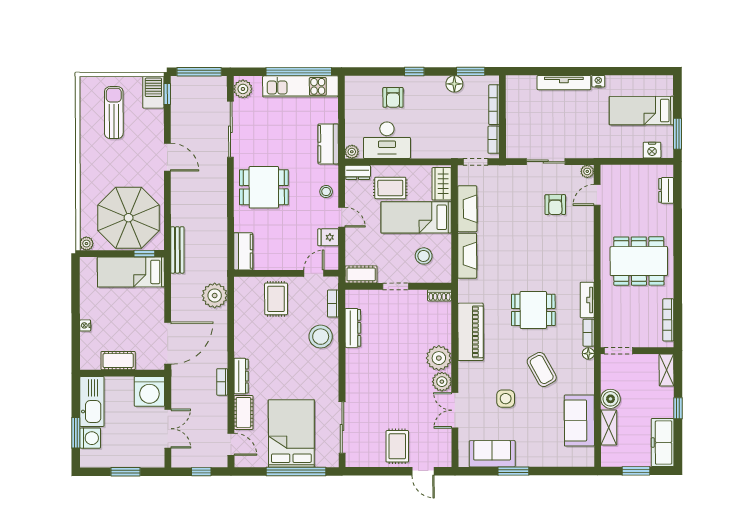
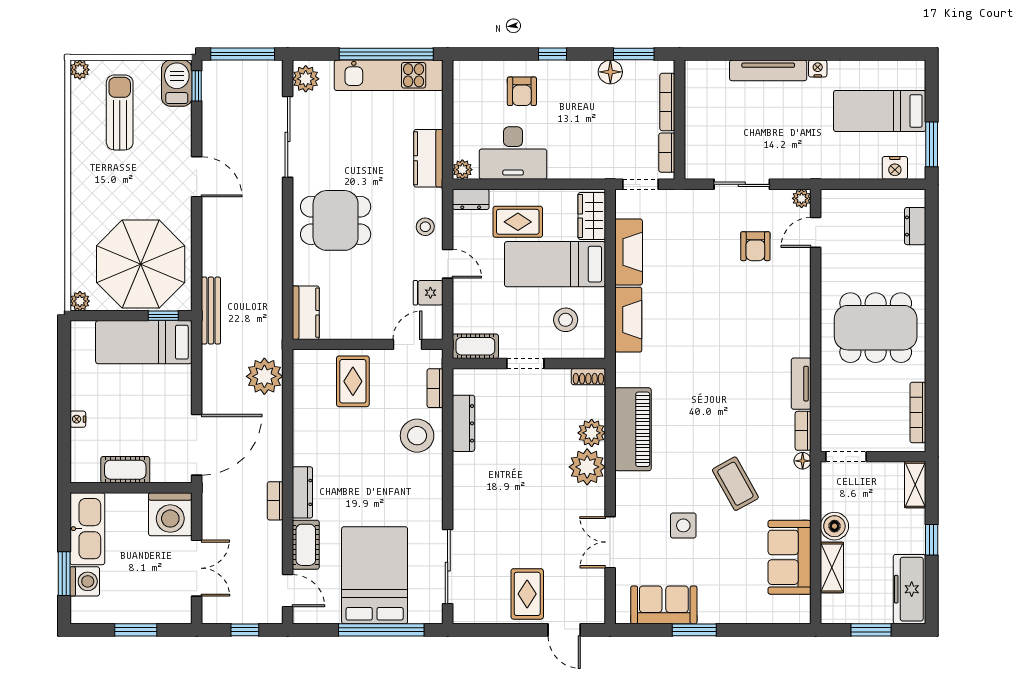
plant: (86, 83) -> (80, 70), added
dining table: (533, 310) -> (723, 398), removed
plant: (442, 382) -> (592, 433), moved

